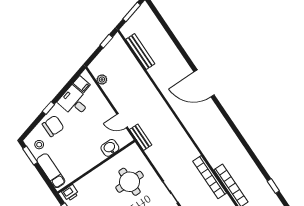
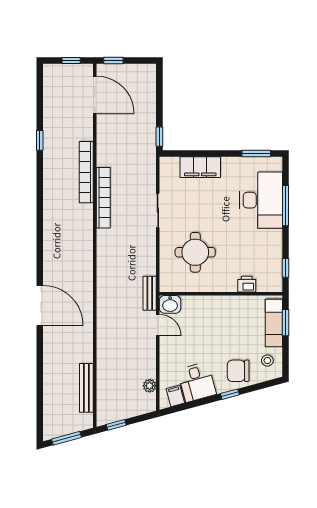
washbasin: (110, 148) -> (170, 304), moved
window: (30, 155) -> (285, 323), moved
printer: (70, 193) -> (247, 284), moved

